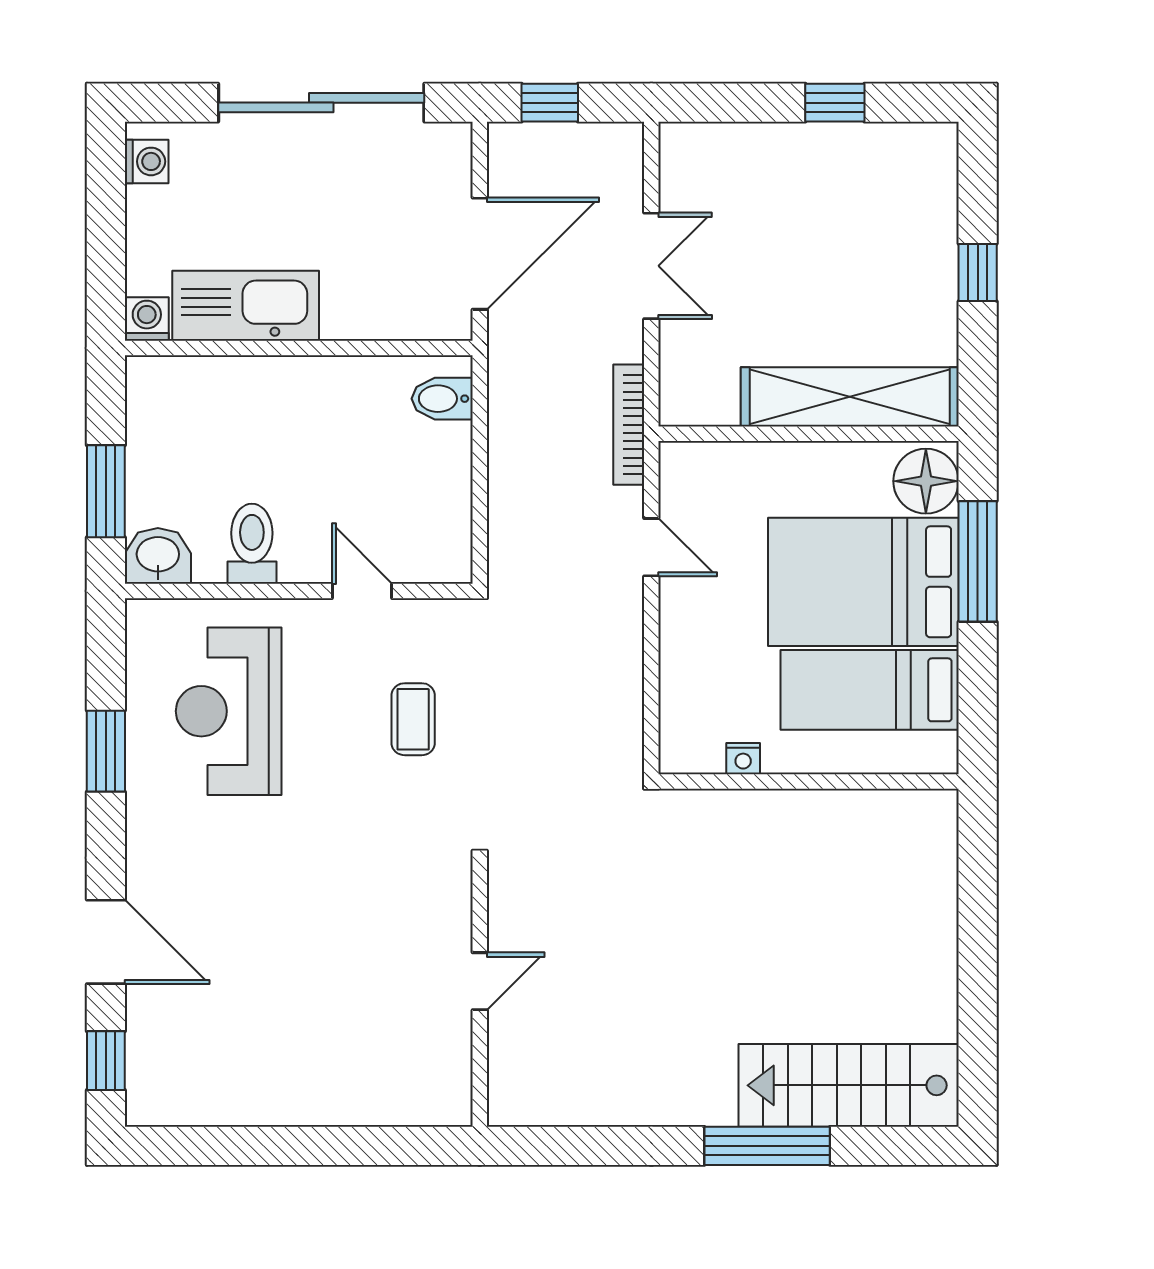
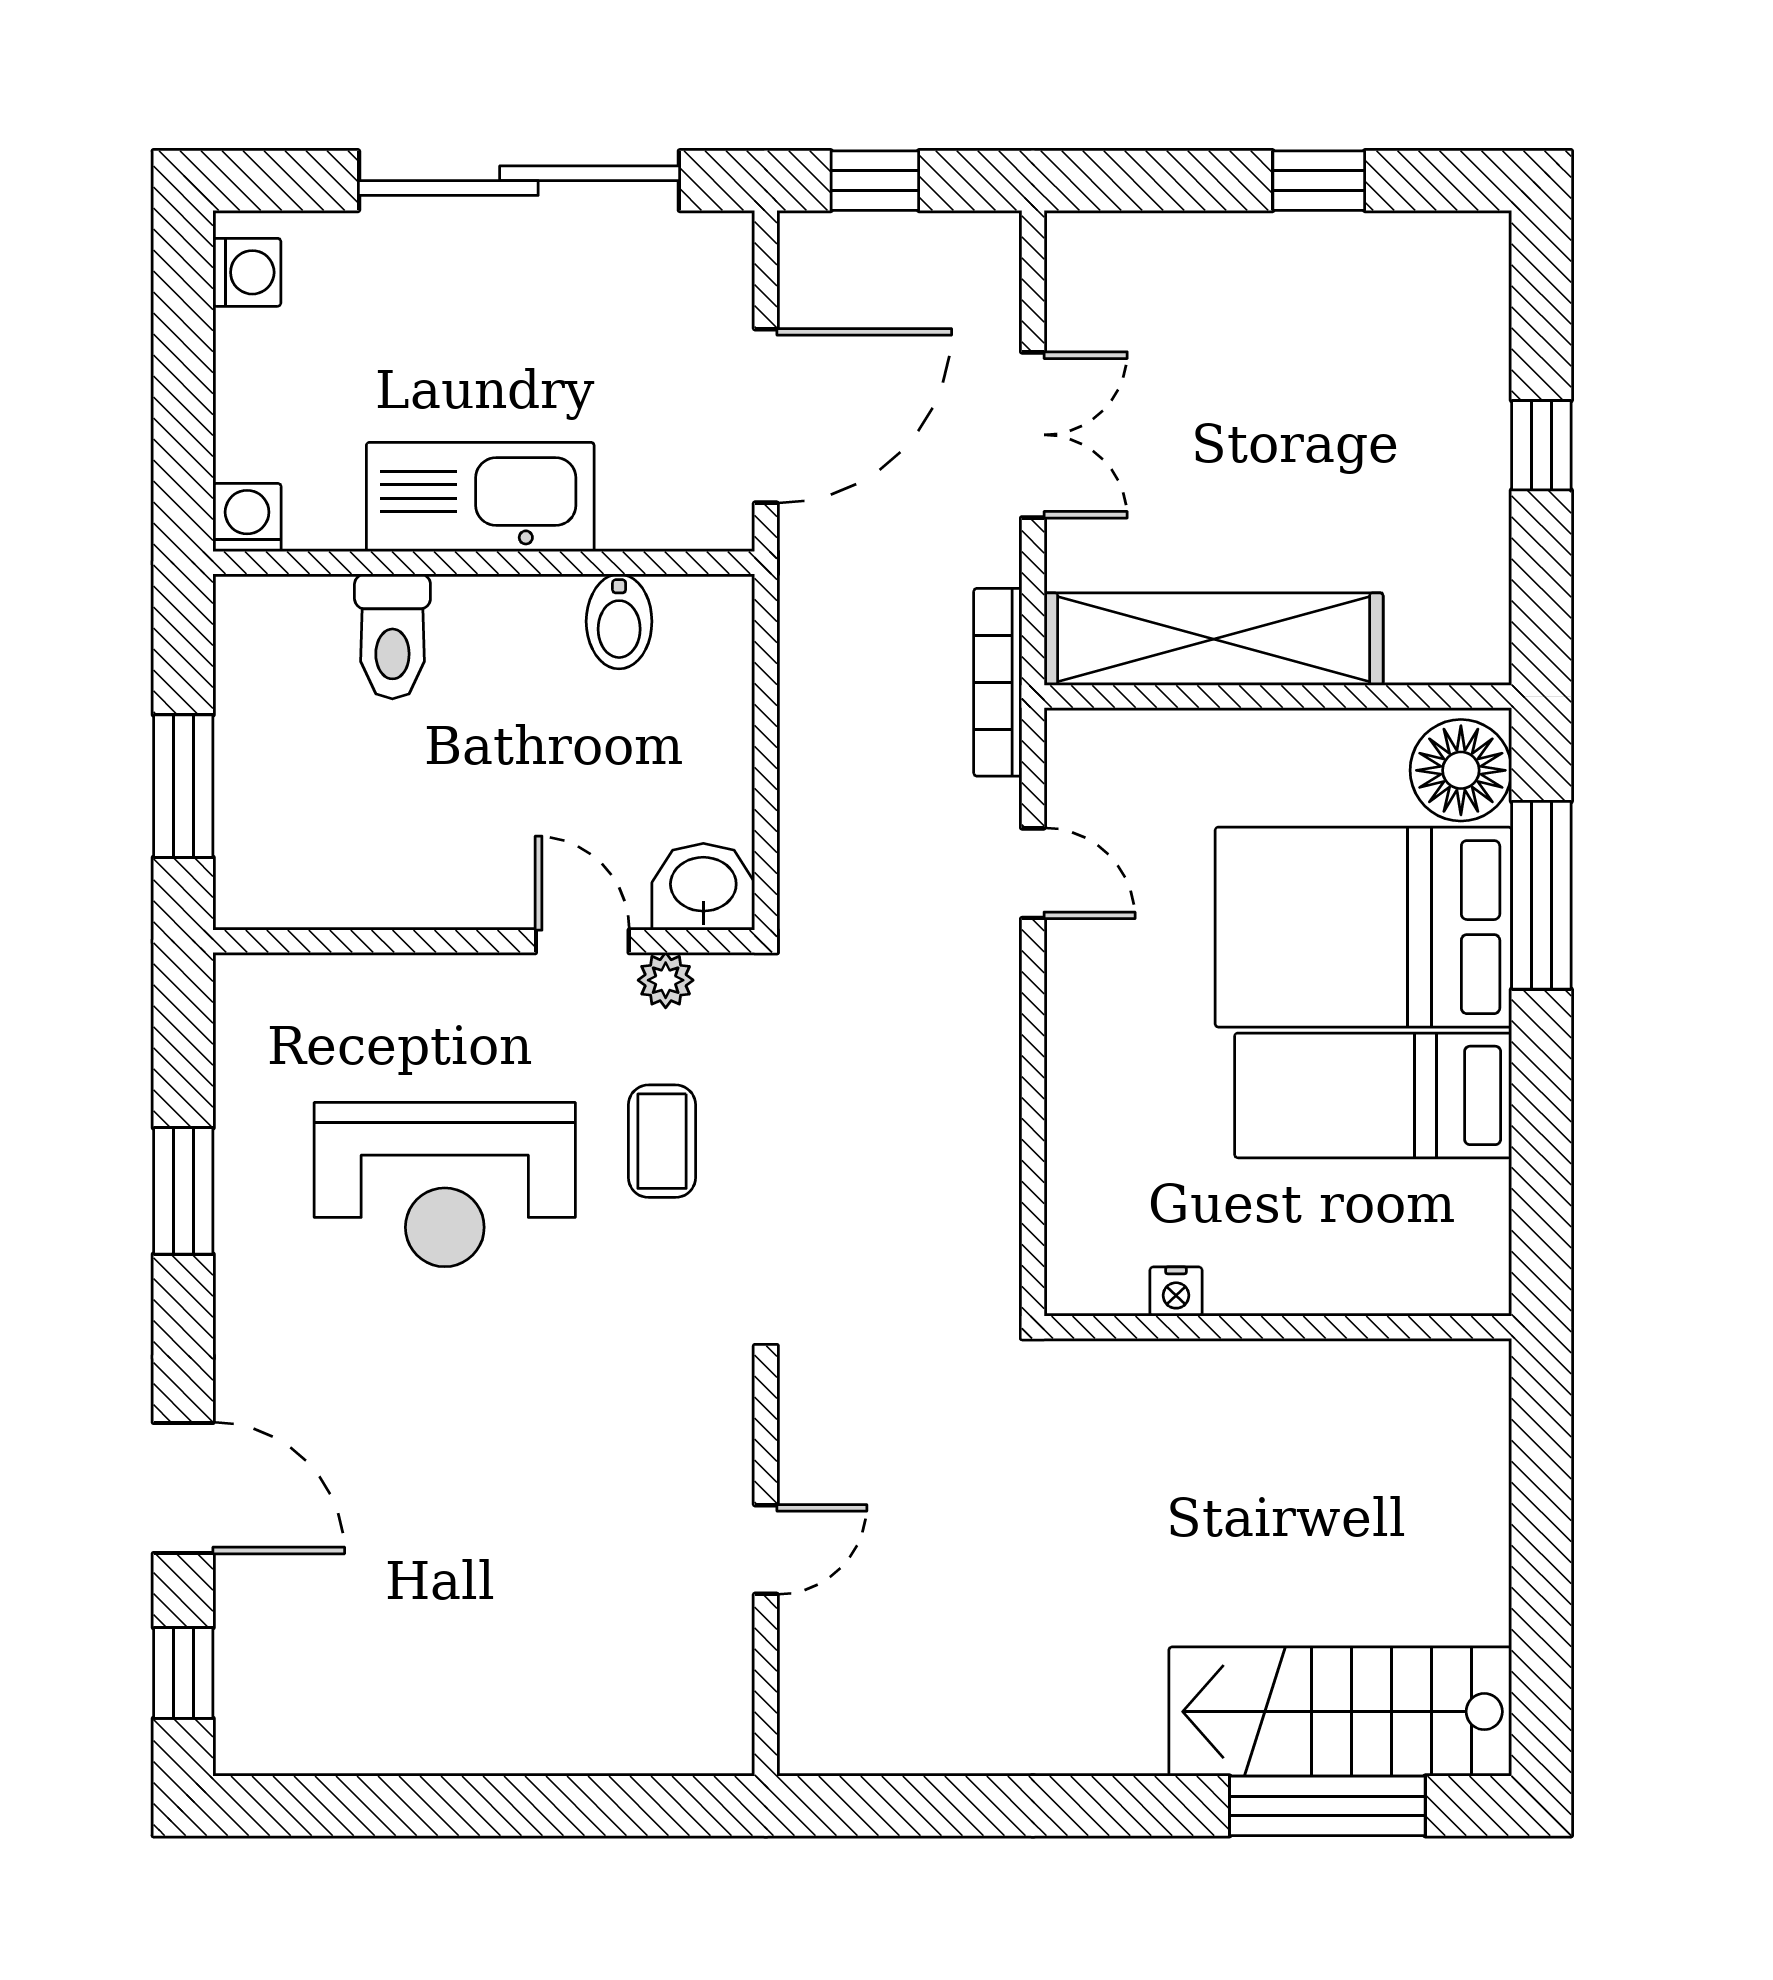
kitchen sink: (246, 306) -> (480, 497), moved
shelving: (850, 397) -> (1214, 639), moved
bidet: (442, 399) -> (619, 621), moved, turned -90
toilet: (252, 544) -> (392, 636), moved, turned 180
washbasin: (158, 556) -> (703, 887), moved
plant: (415, 616) -> (666, 980), added
reception desk: (229, 711) -> (445, 1185), moved, turned -90
nightstand: (743, 759) -> (1176, 1292), moved
wall: (809, 781) -> (1278, 1327), moved
window: (767, 1146) -> (1327, 1806), moved

